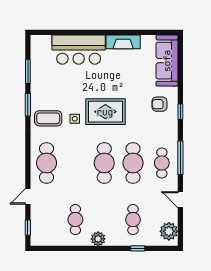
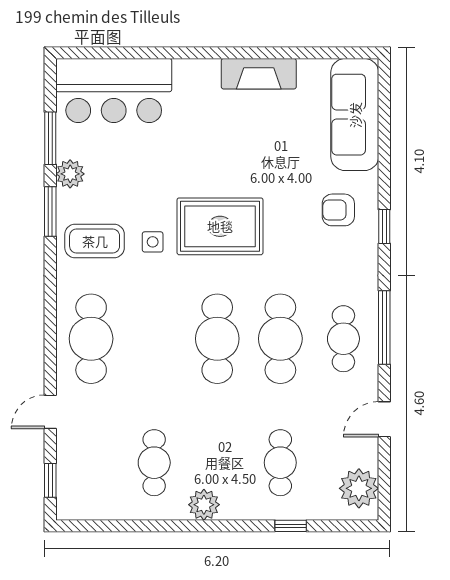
bar counter: (79, 50) -> (114, 91), moved
plant: (37, 88) -> (70, 174), added
door: (180, 200) -> (384, 419), hinge flipped

